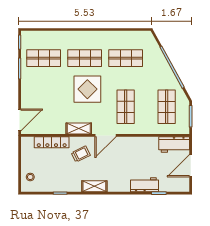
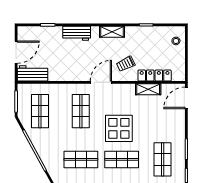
shop shelf: (44, 58) -> (163, 159), turned 90
shelving: (79, 128) -> (148, 89), moved
workbench: (144, 185) -> (77, 33), moved

